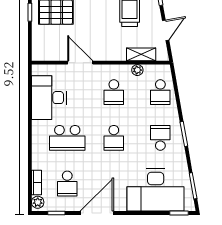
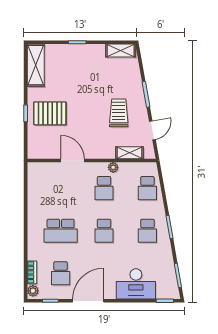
plant: (137, 70) -> (113, 167), moved
desk: (49, 98) -> (43, 193), removed
school desk: (160, 138) -> (147, 231), turned 180
desk: (156, 190) -> (136, 284), width x0.73, depth x0.77

